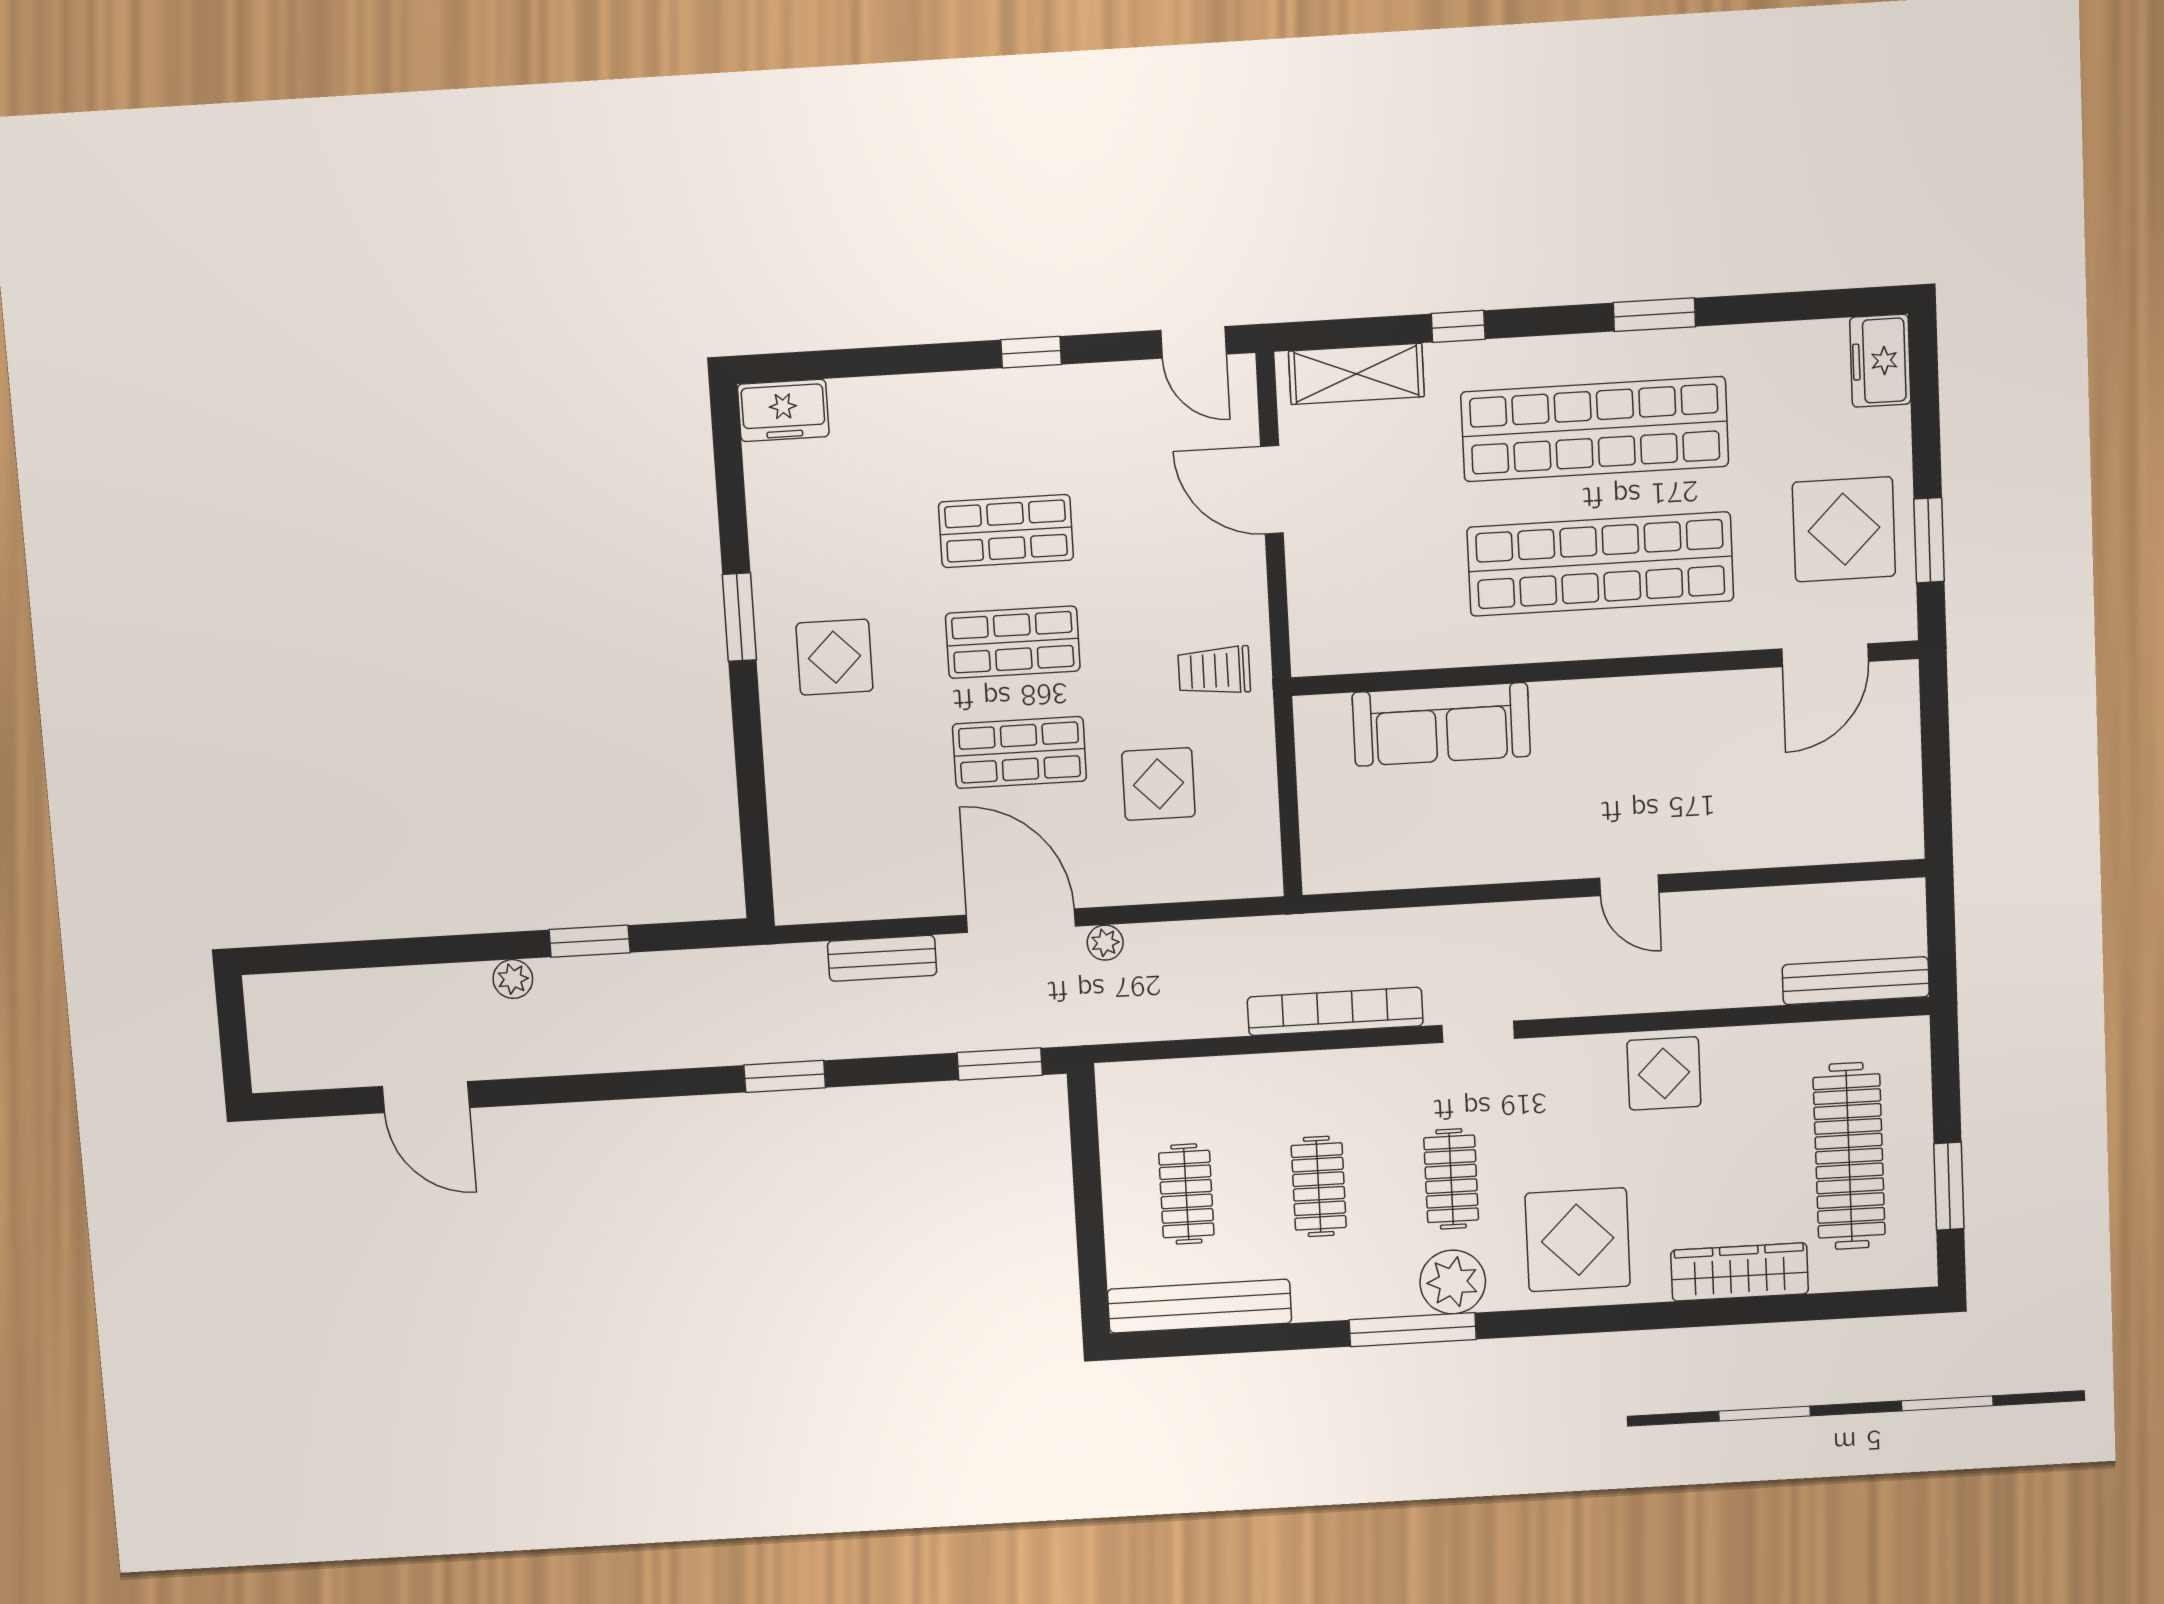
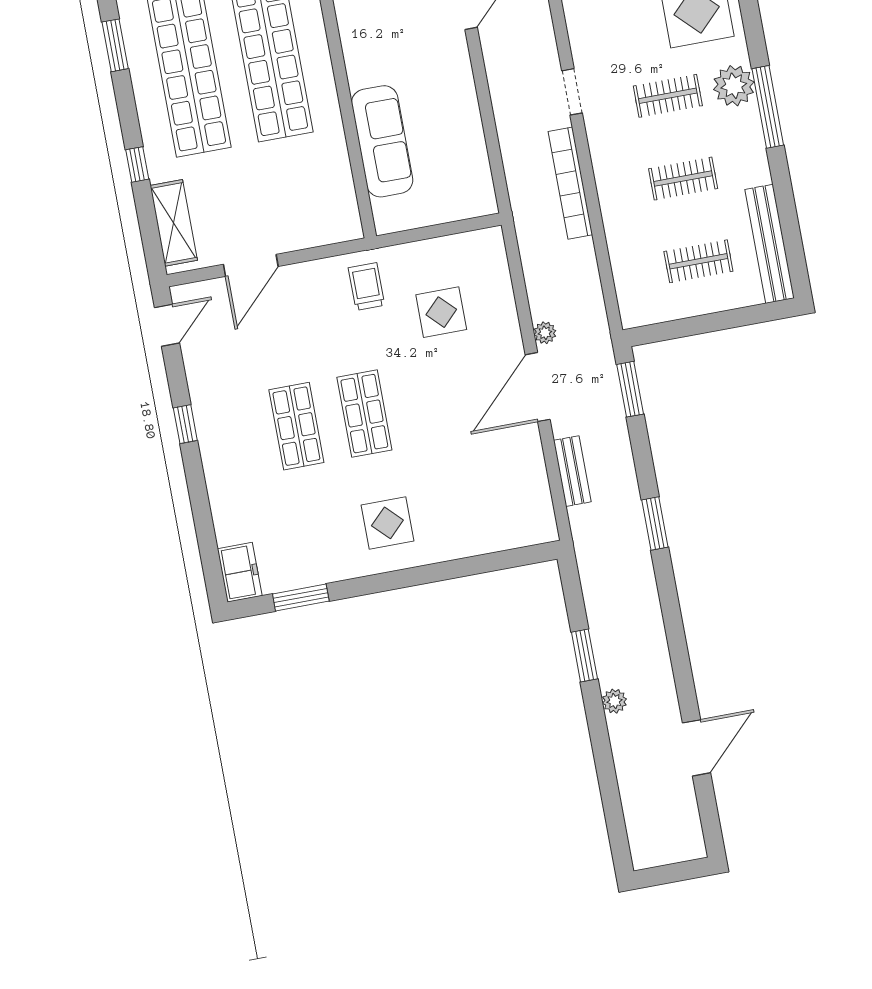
window: (739, 617) -> (301, 598), moved
trolley: (1214, 671) -> (366, 287), turned 180
shop shelf: (1020, 753) -> (432, 401), removed

